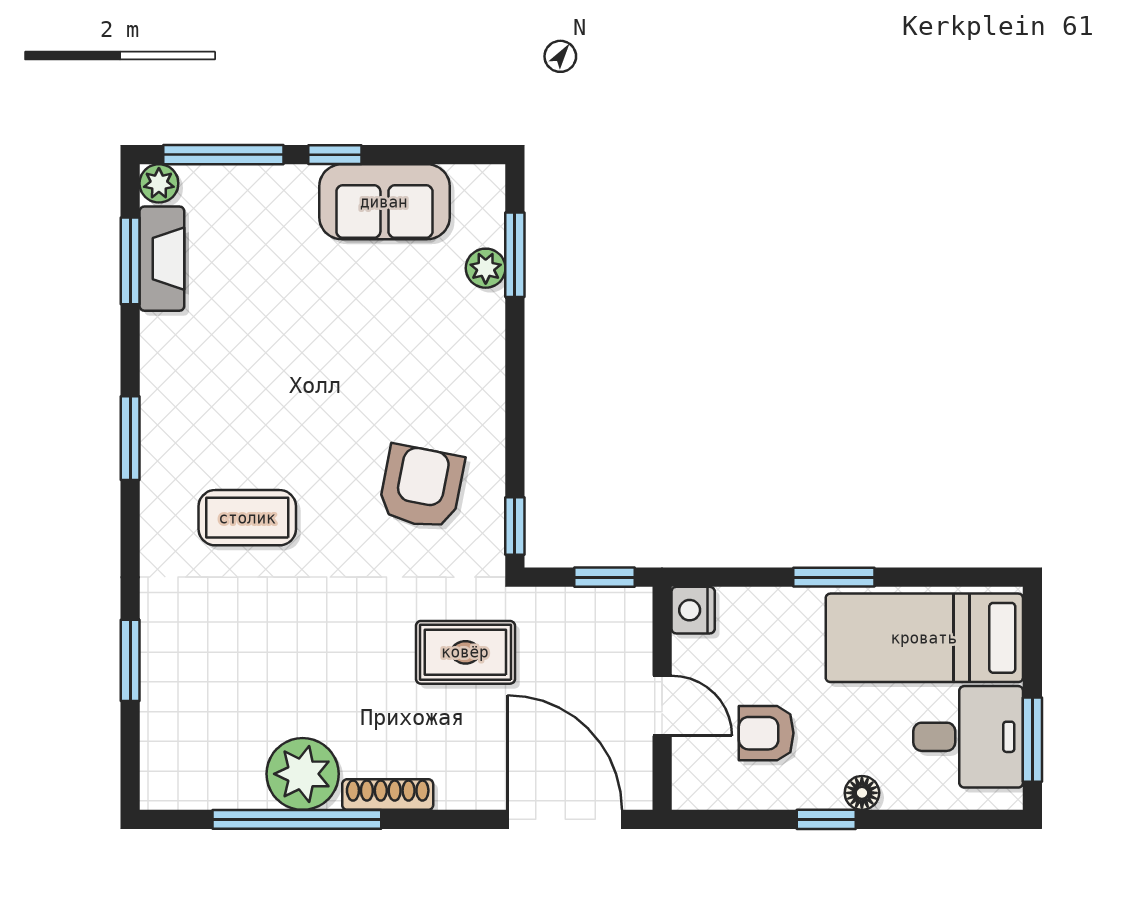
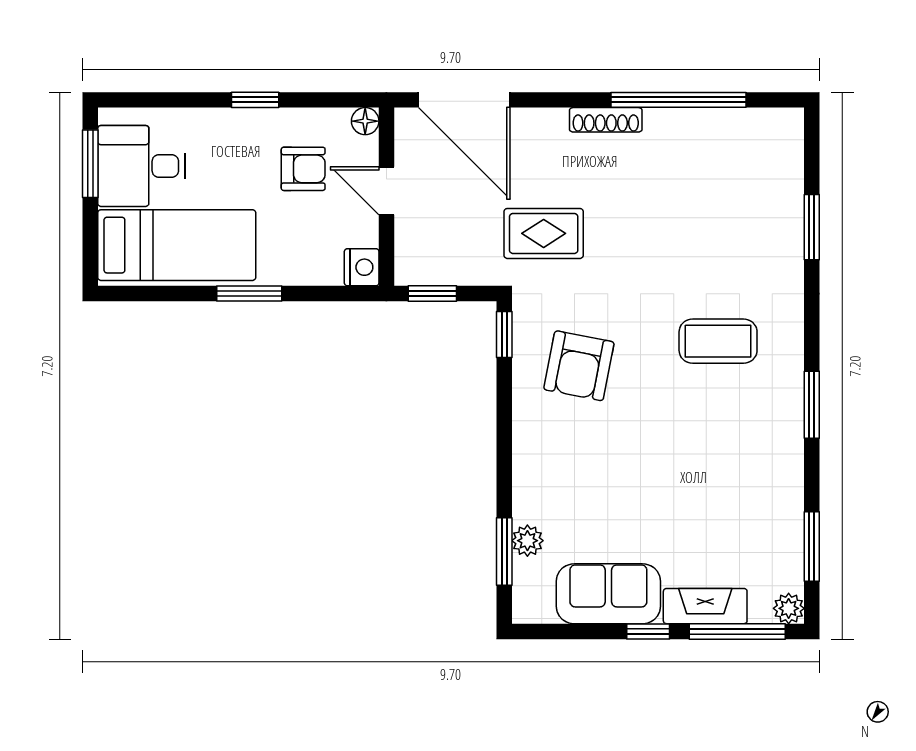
fireplace: (162, 259) -> (705, 606), moved, turned 90
plant: (303, 774) -> (674, 136), removed
floor lamp: (862, 793) -> (365, 121), moved

